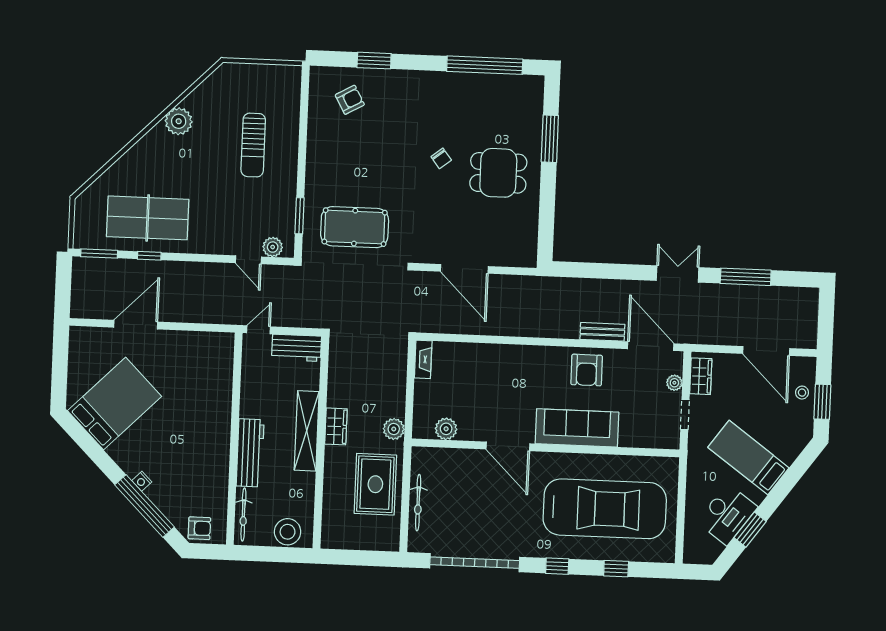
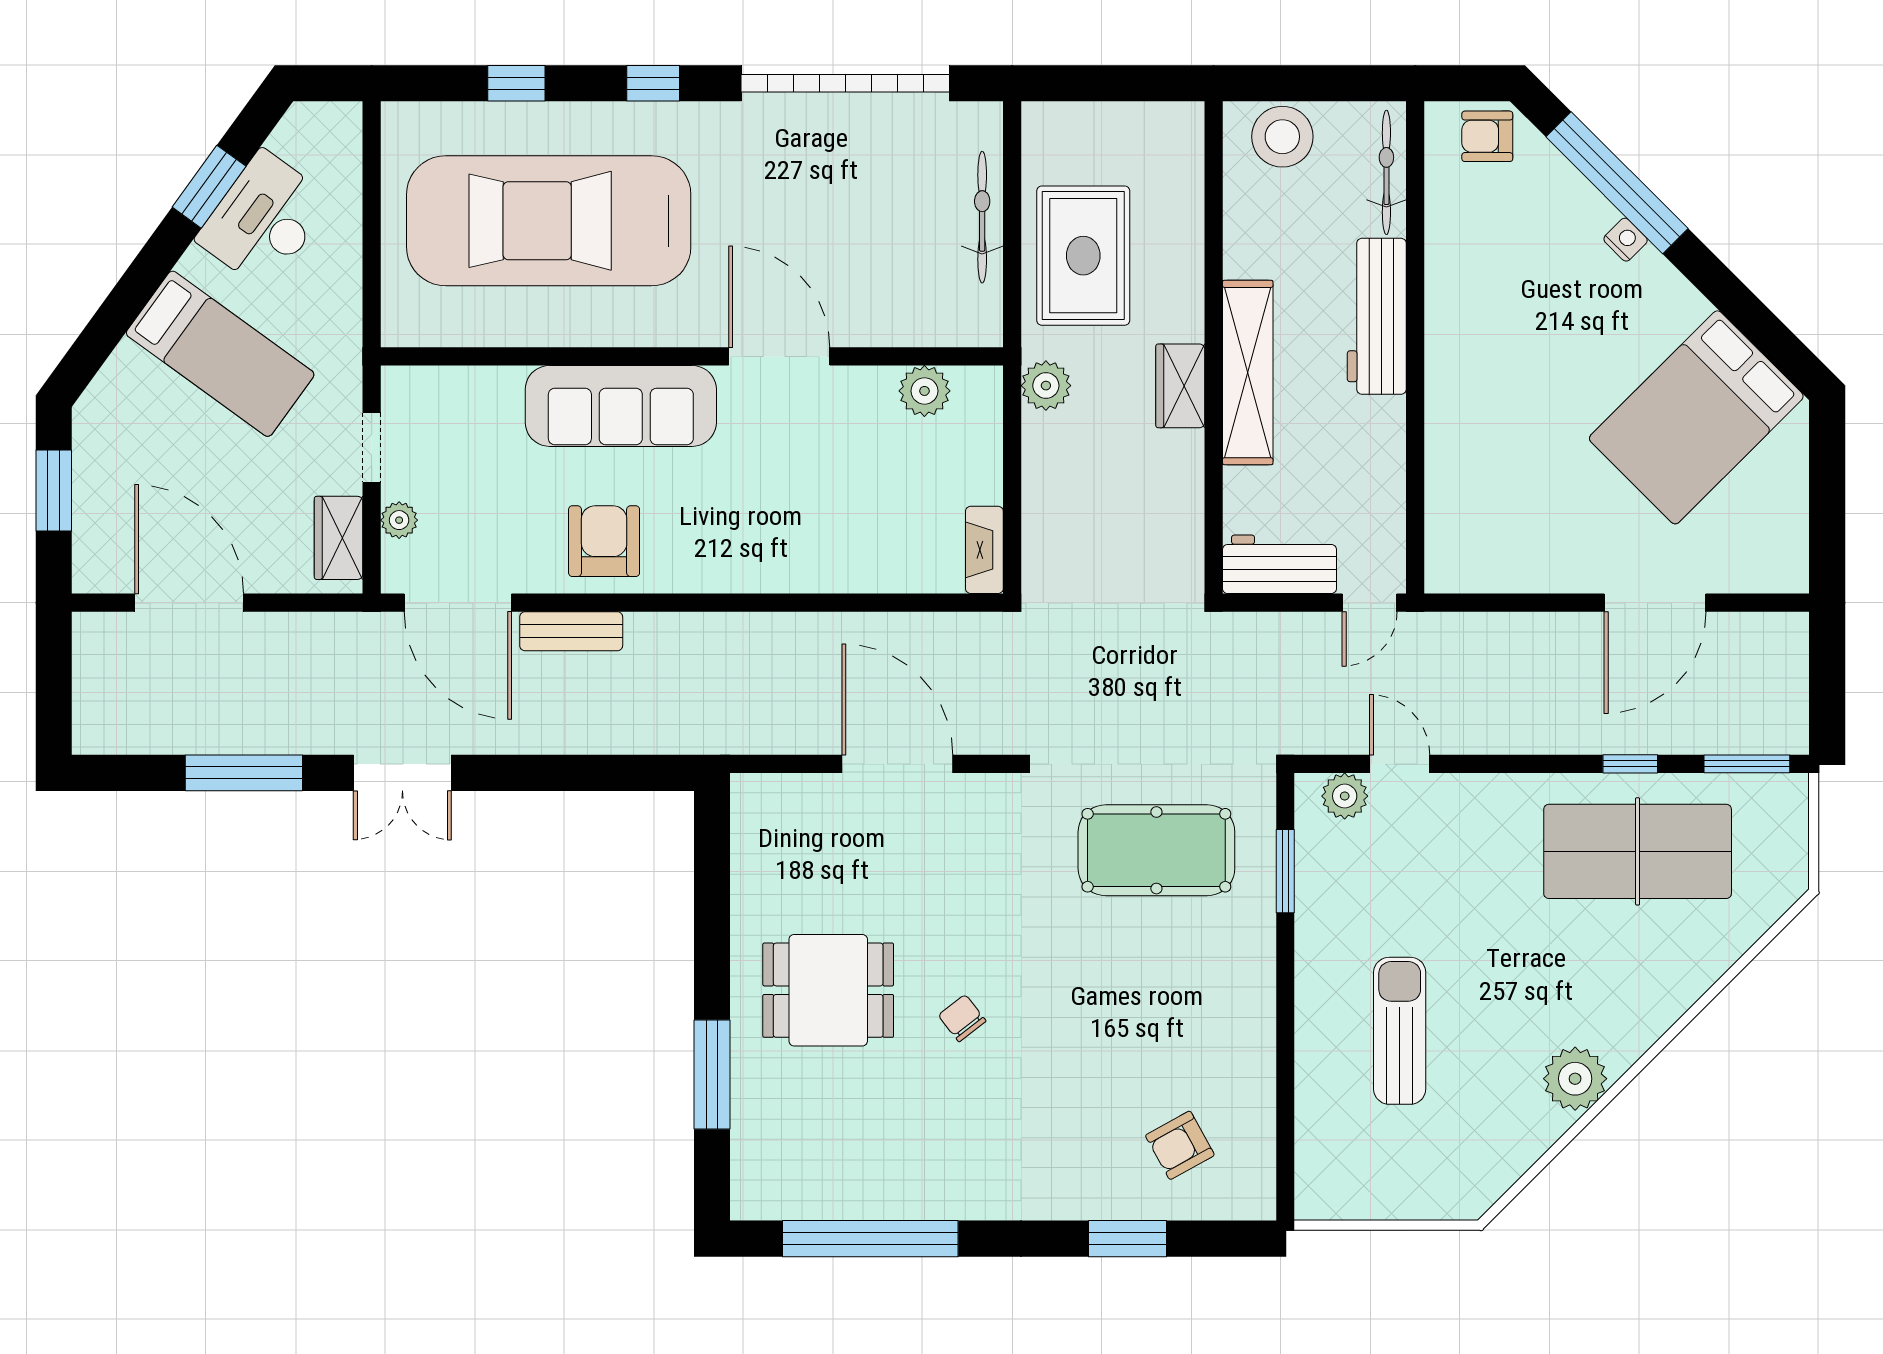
stool: (802, 393) -> (102, 510), removed

